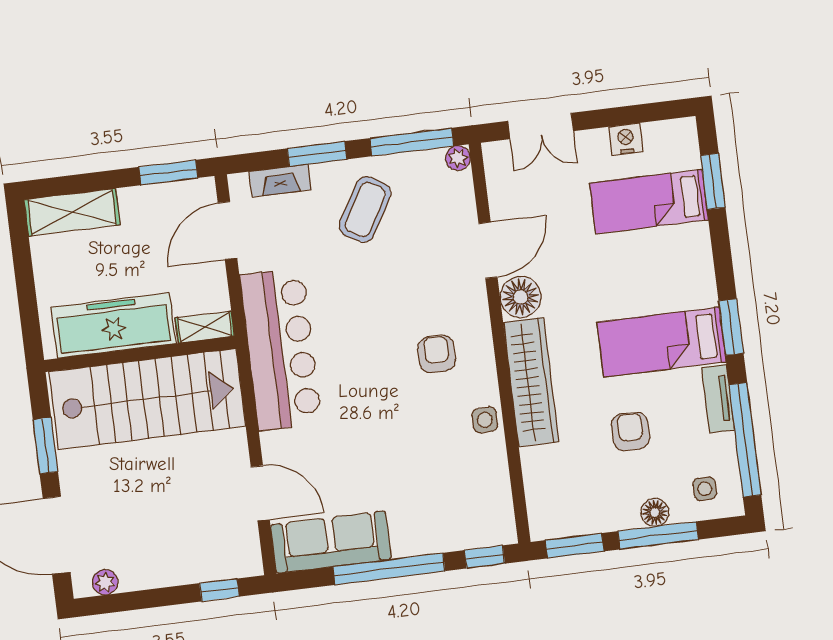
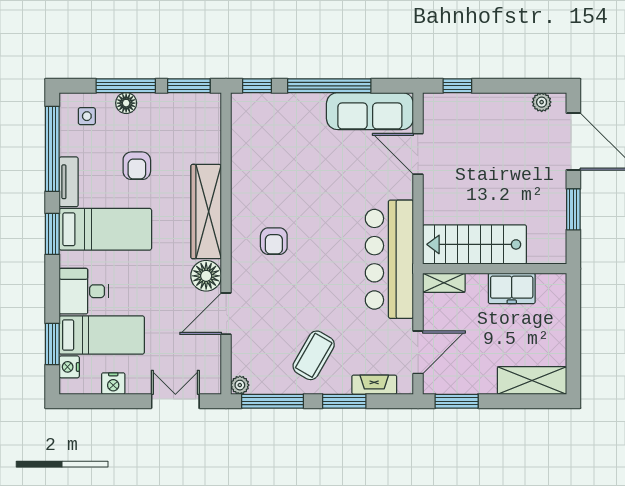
nightstand: (687, 154) -> (69, 367), added
desk: (680, 257) -> (84, 291), added
freezer: (113, 325) -> (512, 288), width x0.52, depth x0.79
stairs: (147, 399) -> (474, 244), width x0.73, depth x0.66
side table: (485, 420) -> (244, 188), removed

